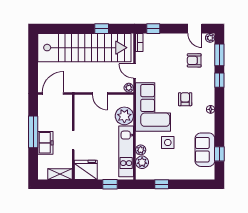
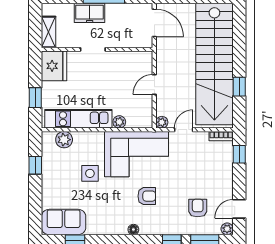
plant: (124, 116) -> (119, 122), width x0.53, depth x0.53
plant: (141, 150) -> (80, 138), removed
sofa: (205, 150) -> (64, 222), moved

